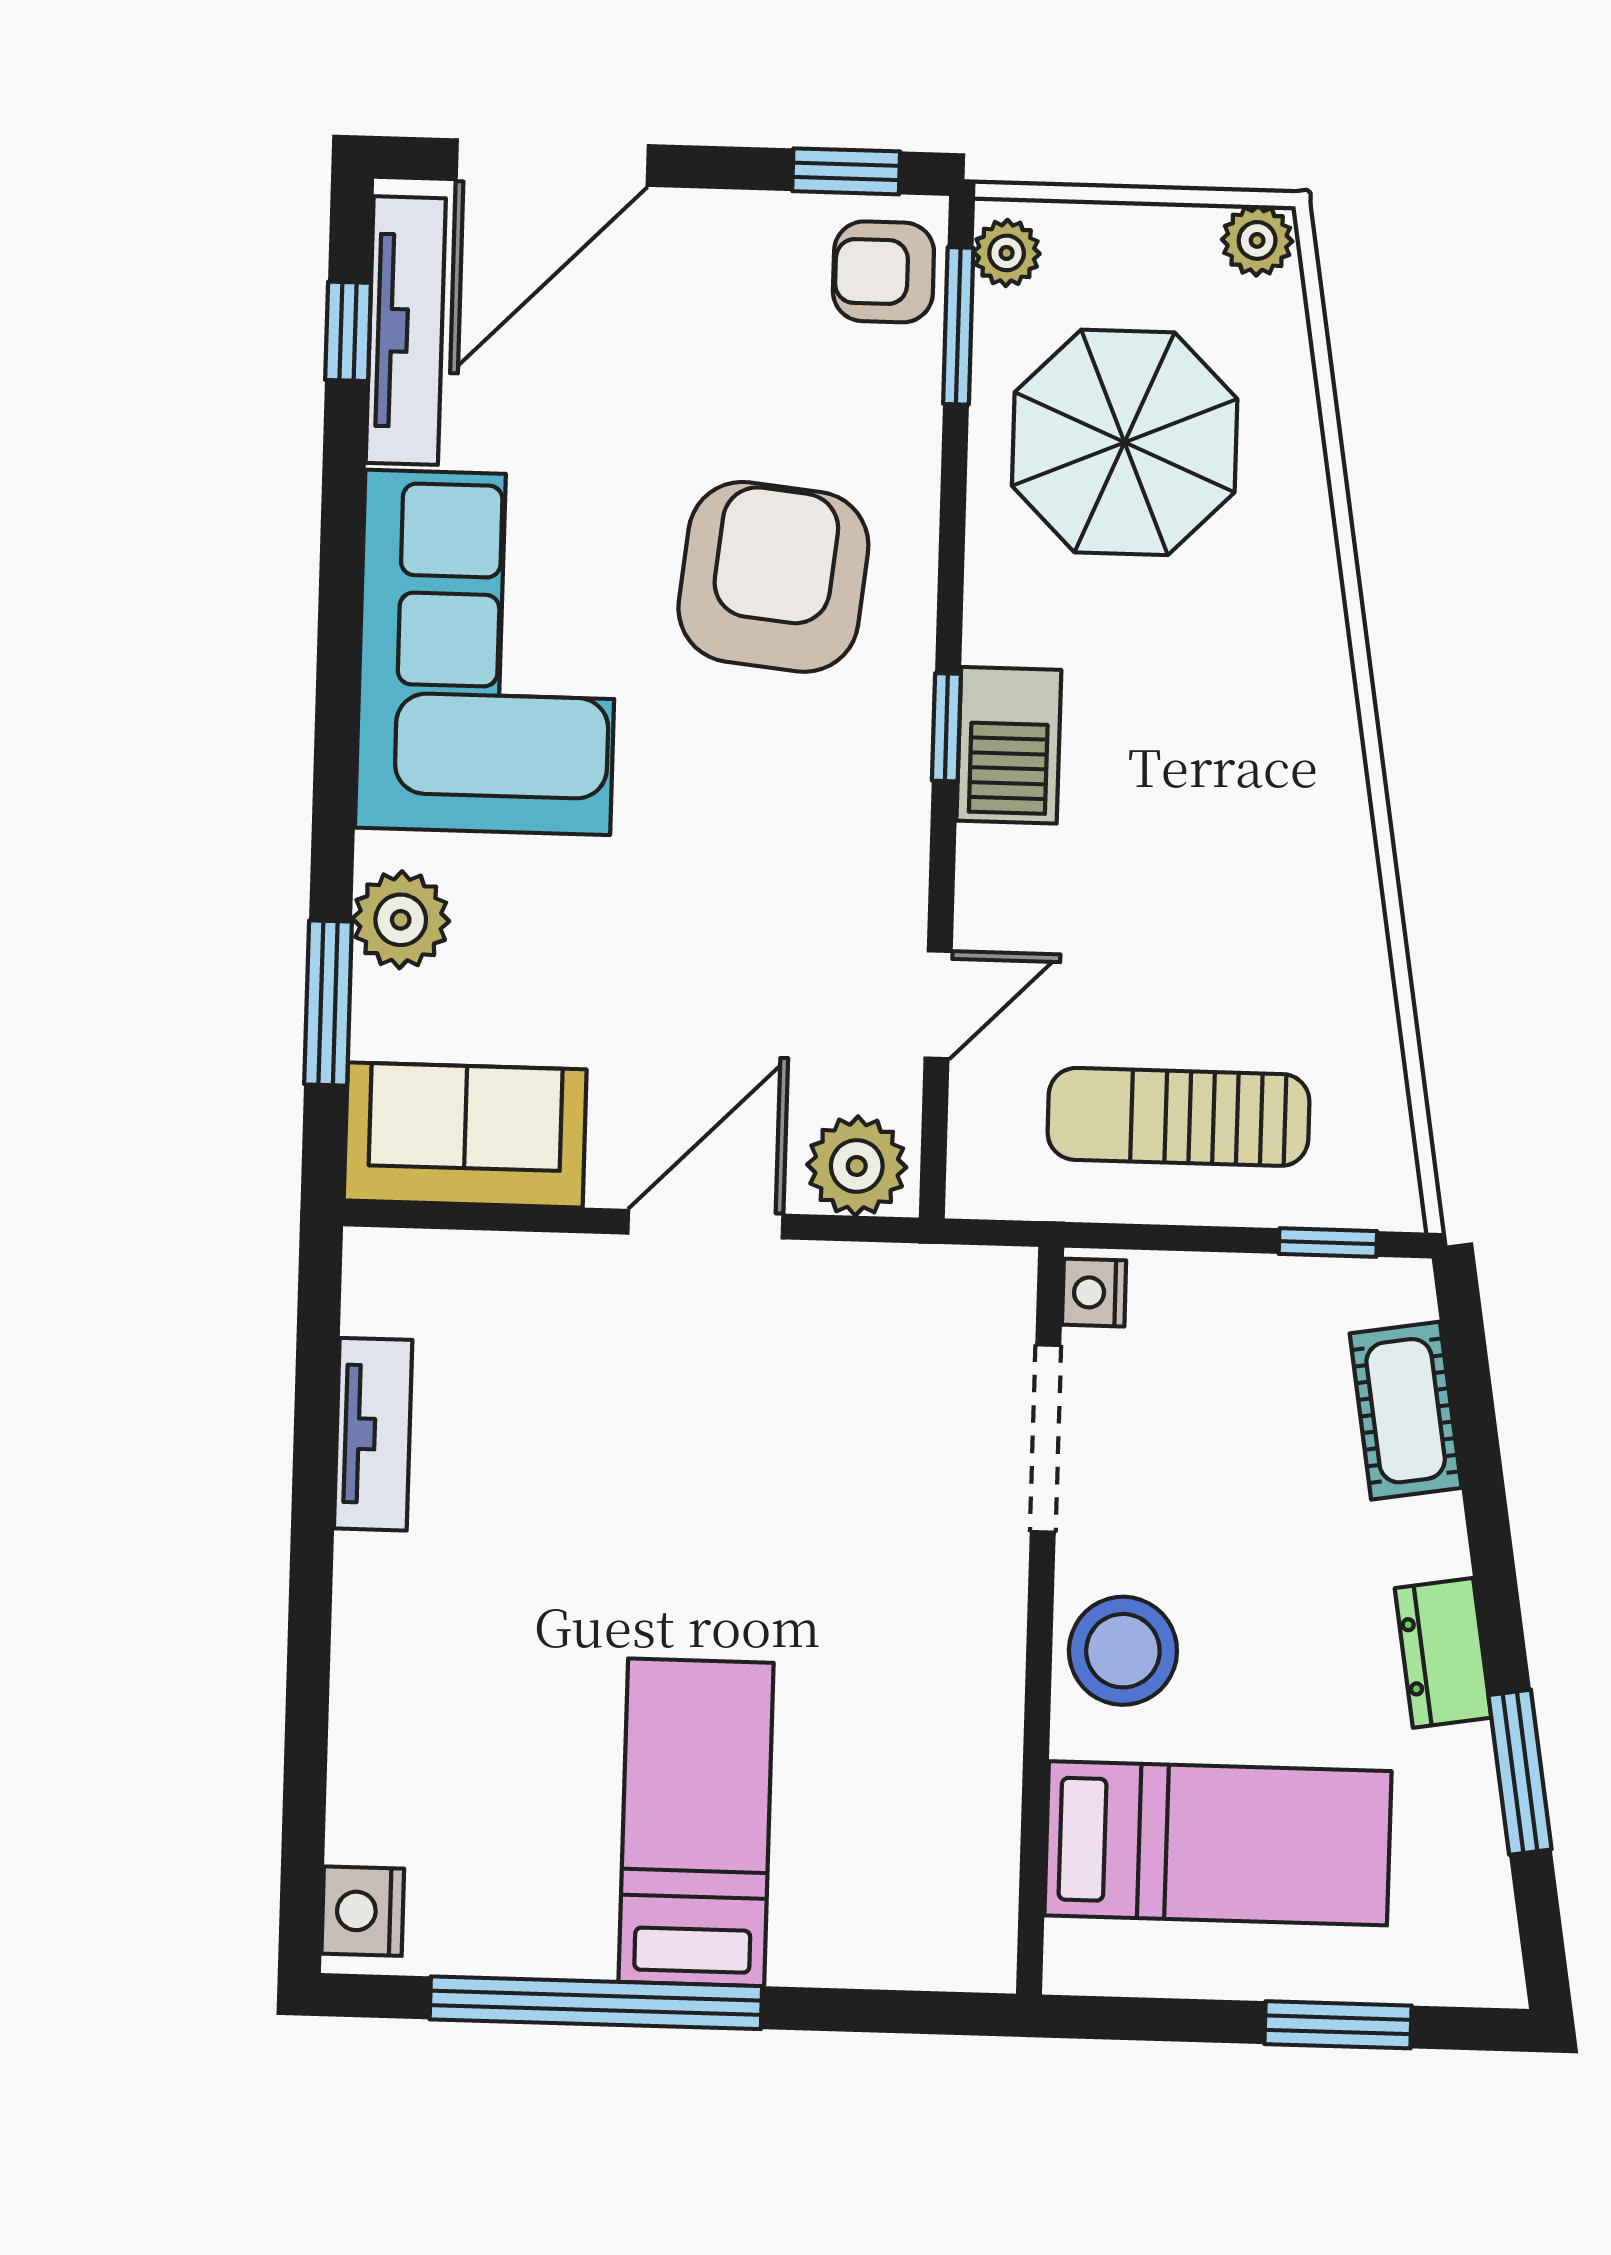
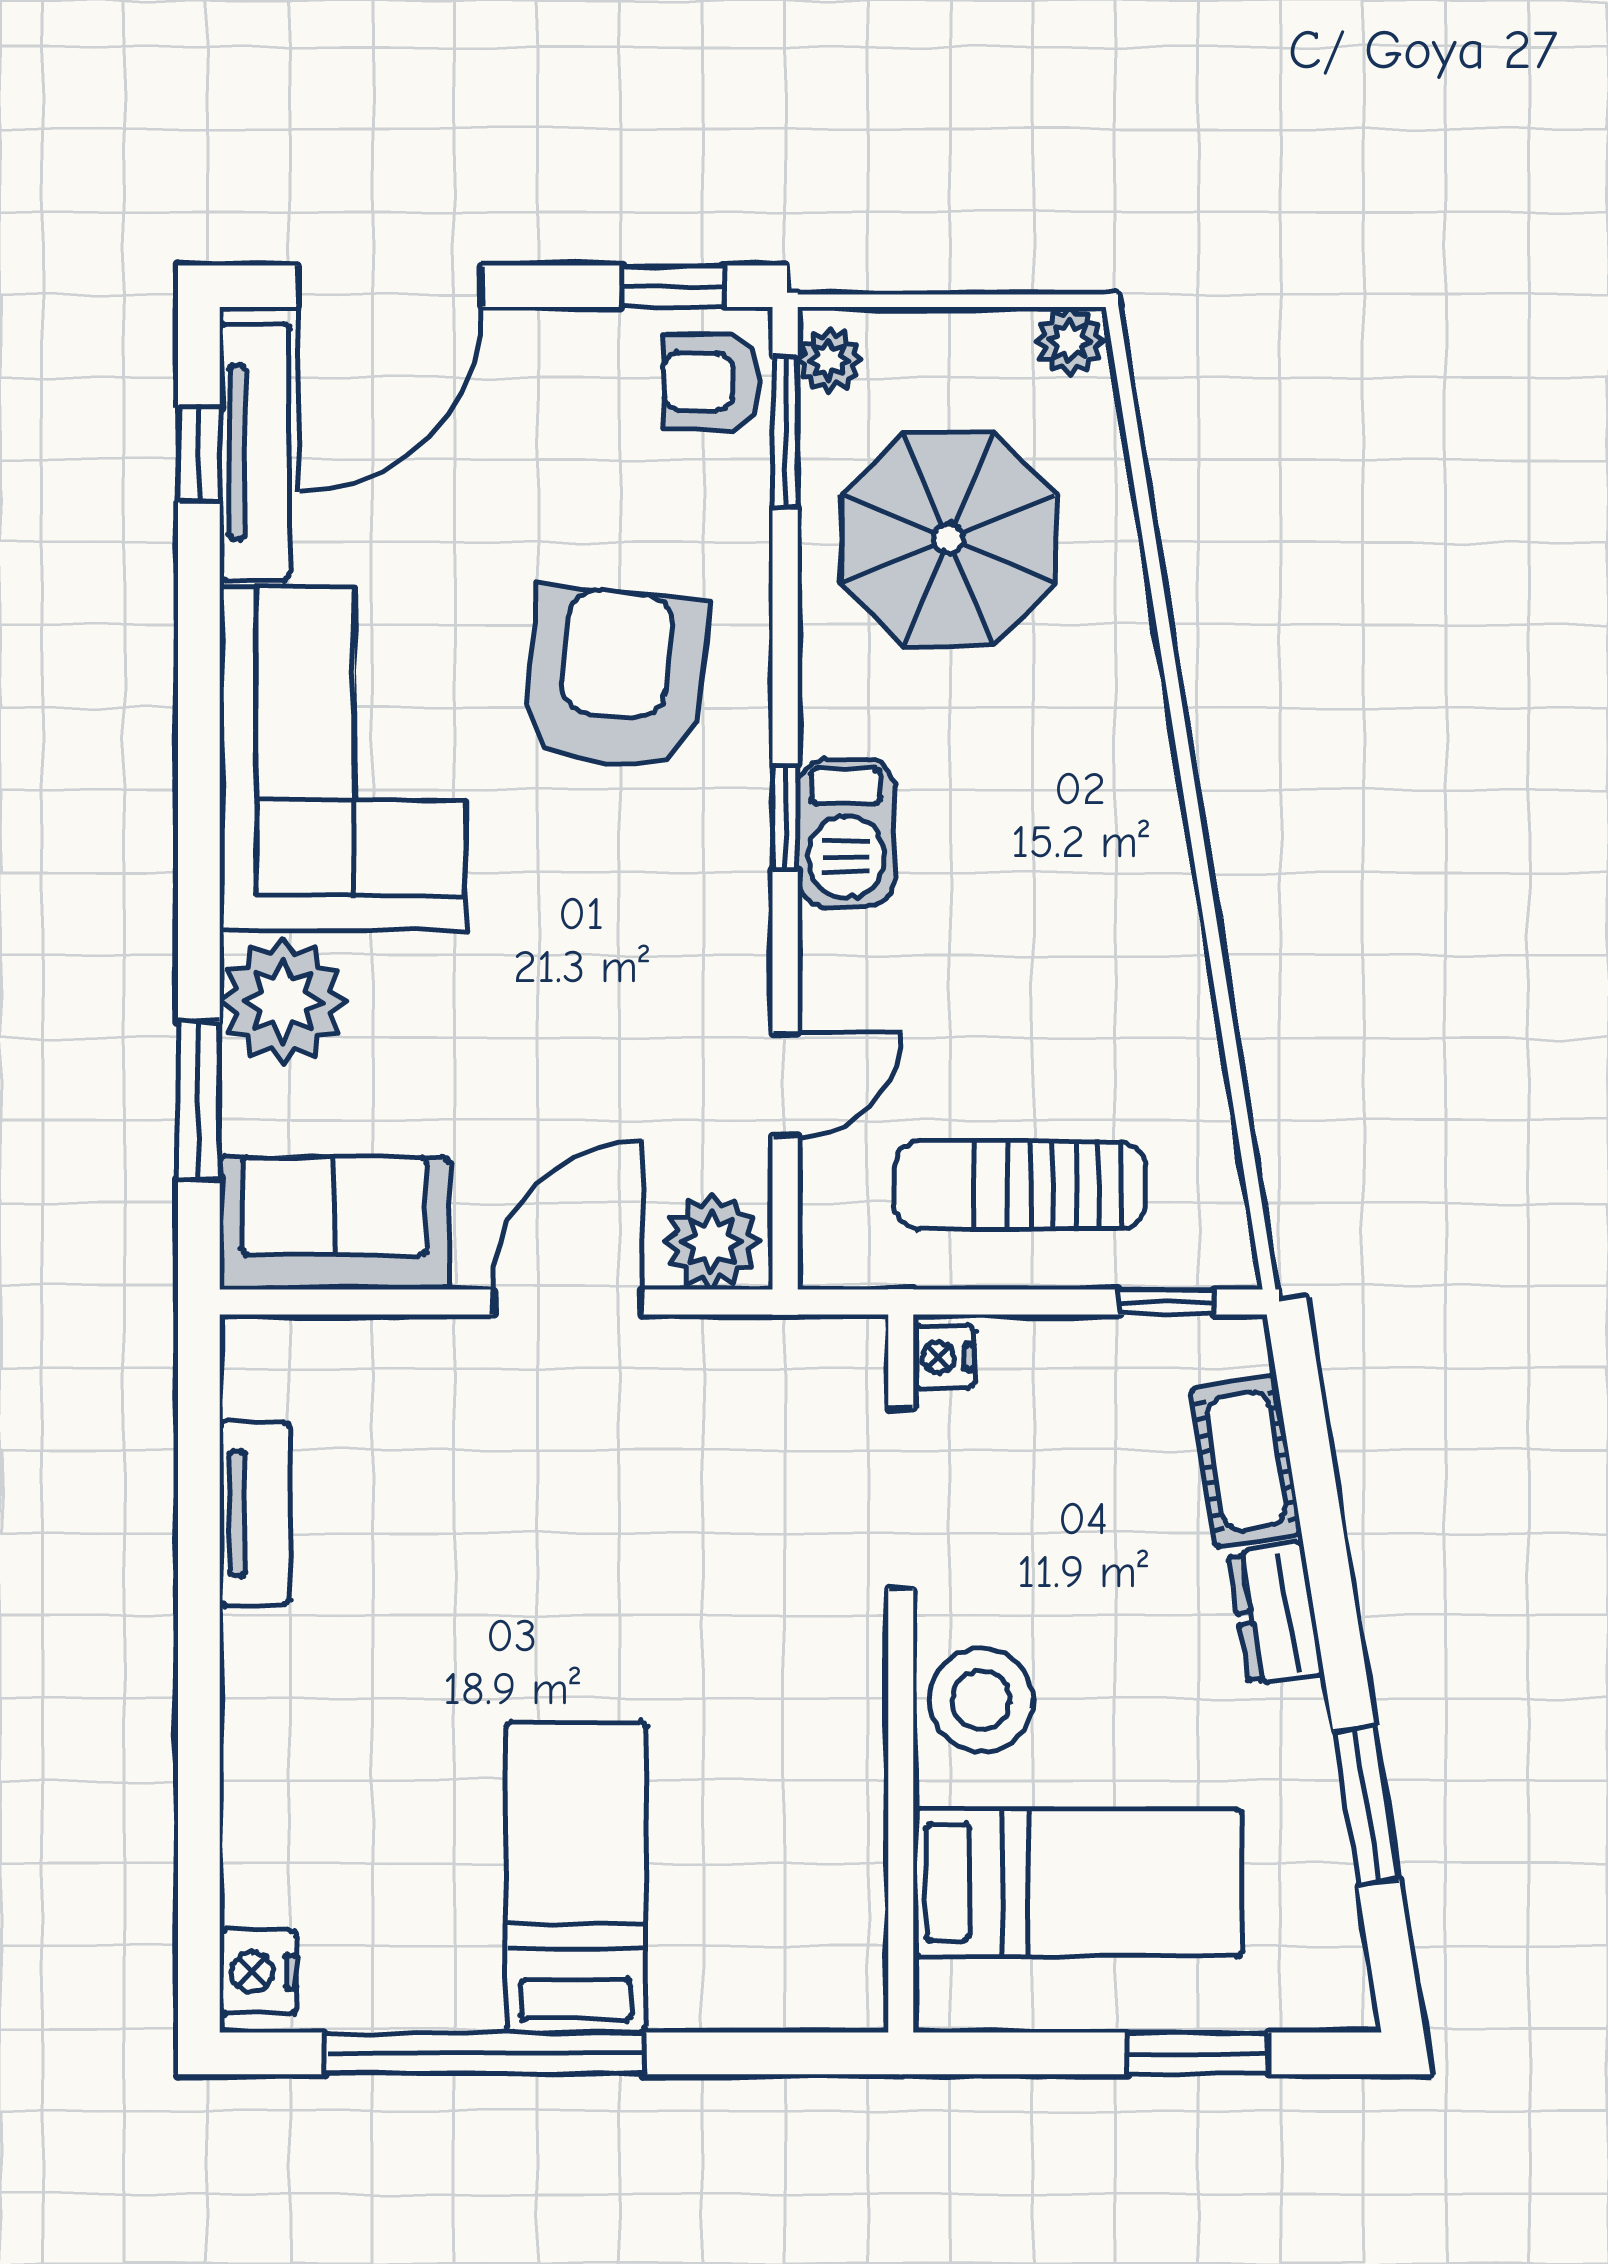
plant: (401, 920) -> (283, 1001), width x1.36, depth x1.36
dresser: (1443, 1653) -> (1276, 1613), moved

